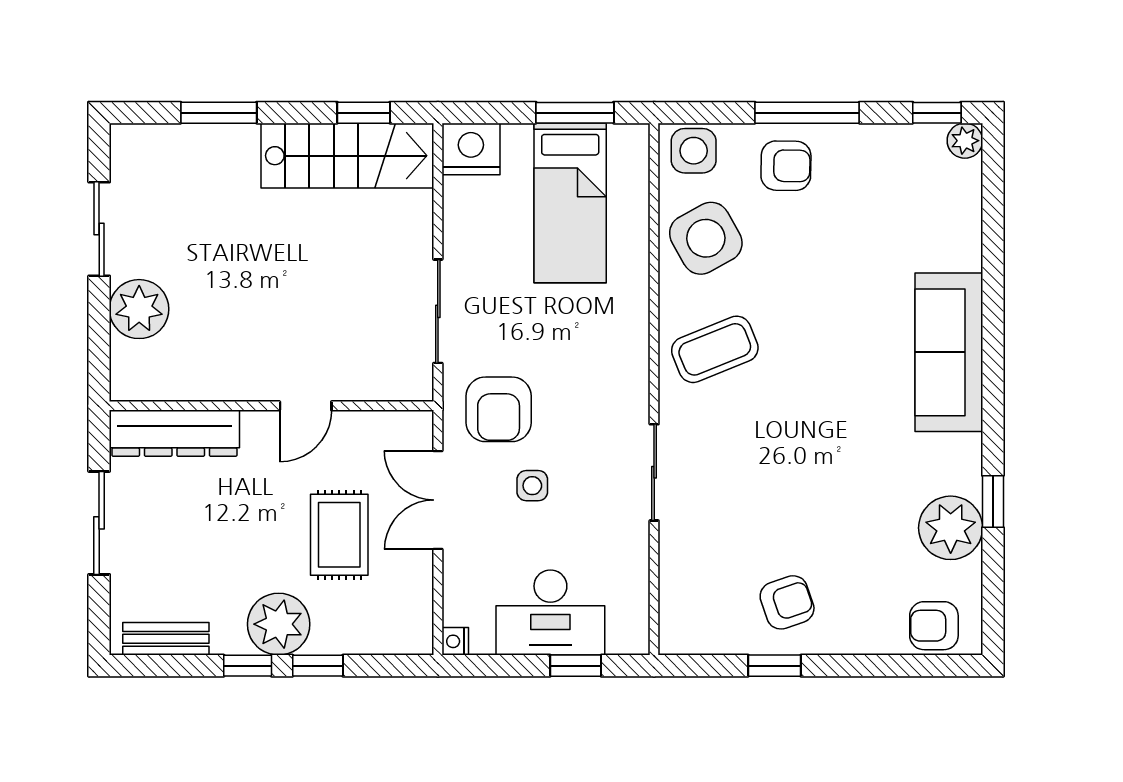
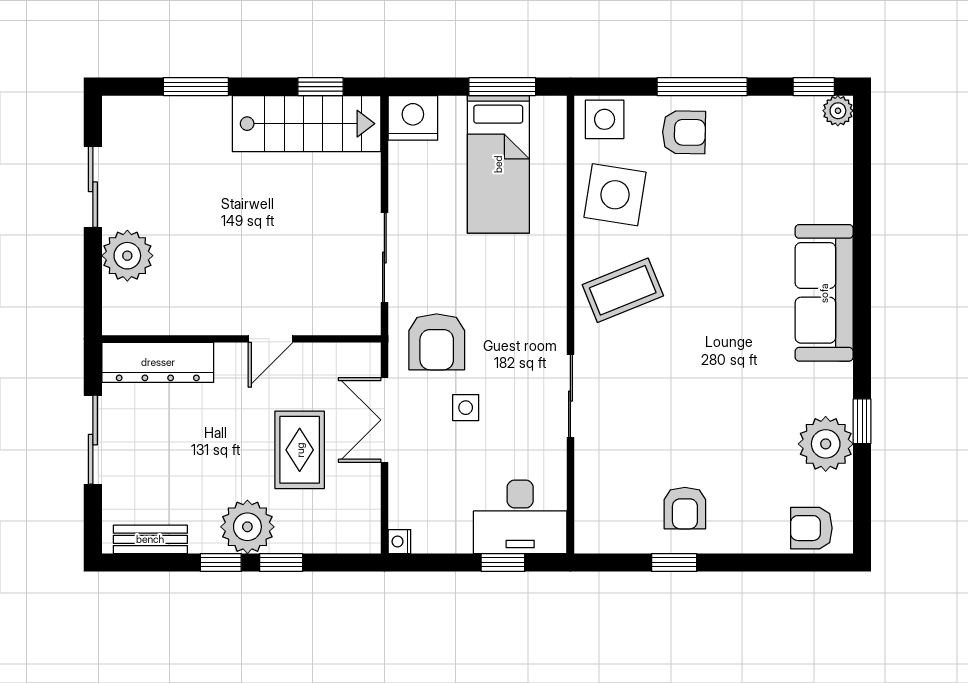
side table: (706, 238) -> (615, 195), turned 38
armchair: (787, 602) -> (685, 508), turned 109
desk: (550, 613) -> (520, 517), moved

